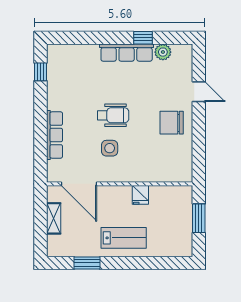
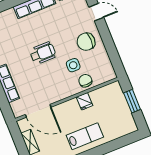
side table: (110, 148) -> (73, 65), moved
chair: (152, 170) -> (85, 81), added

